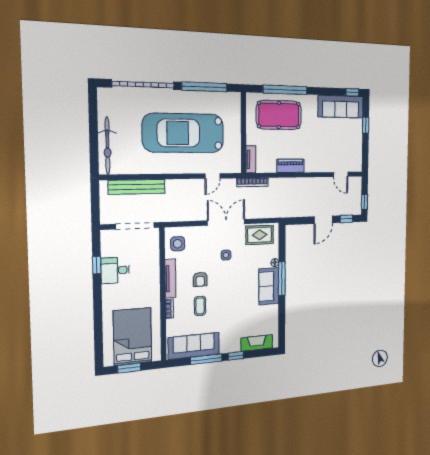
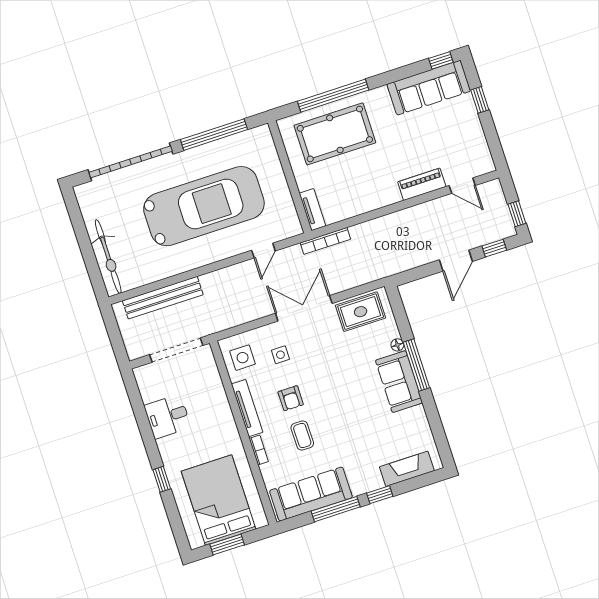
car: (183, 133) -> (204, 206), turned 180
piano: (290, 166) -> (422, 184), moved
side table: (226, 255) -> (280, 355), moved
window: (97, 265) -> (162, 479), moved

